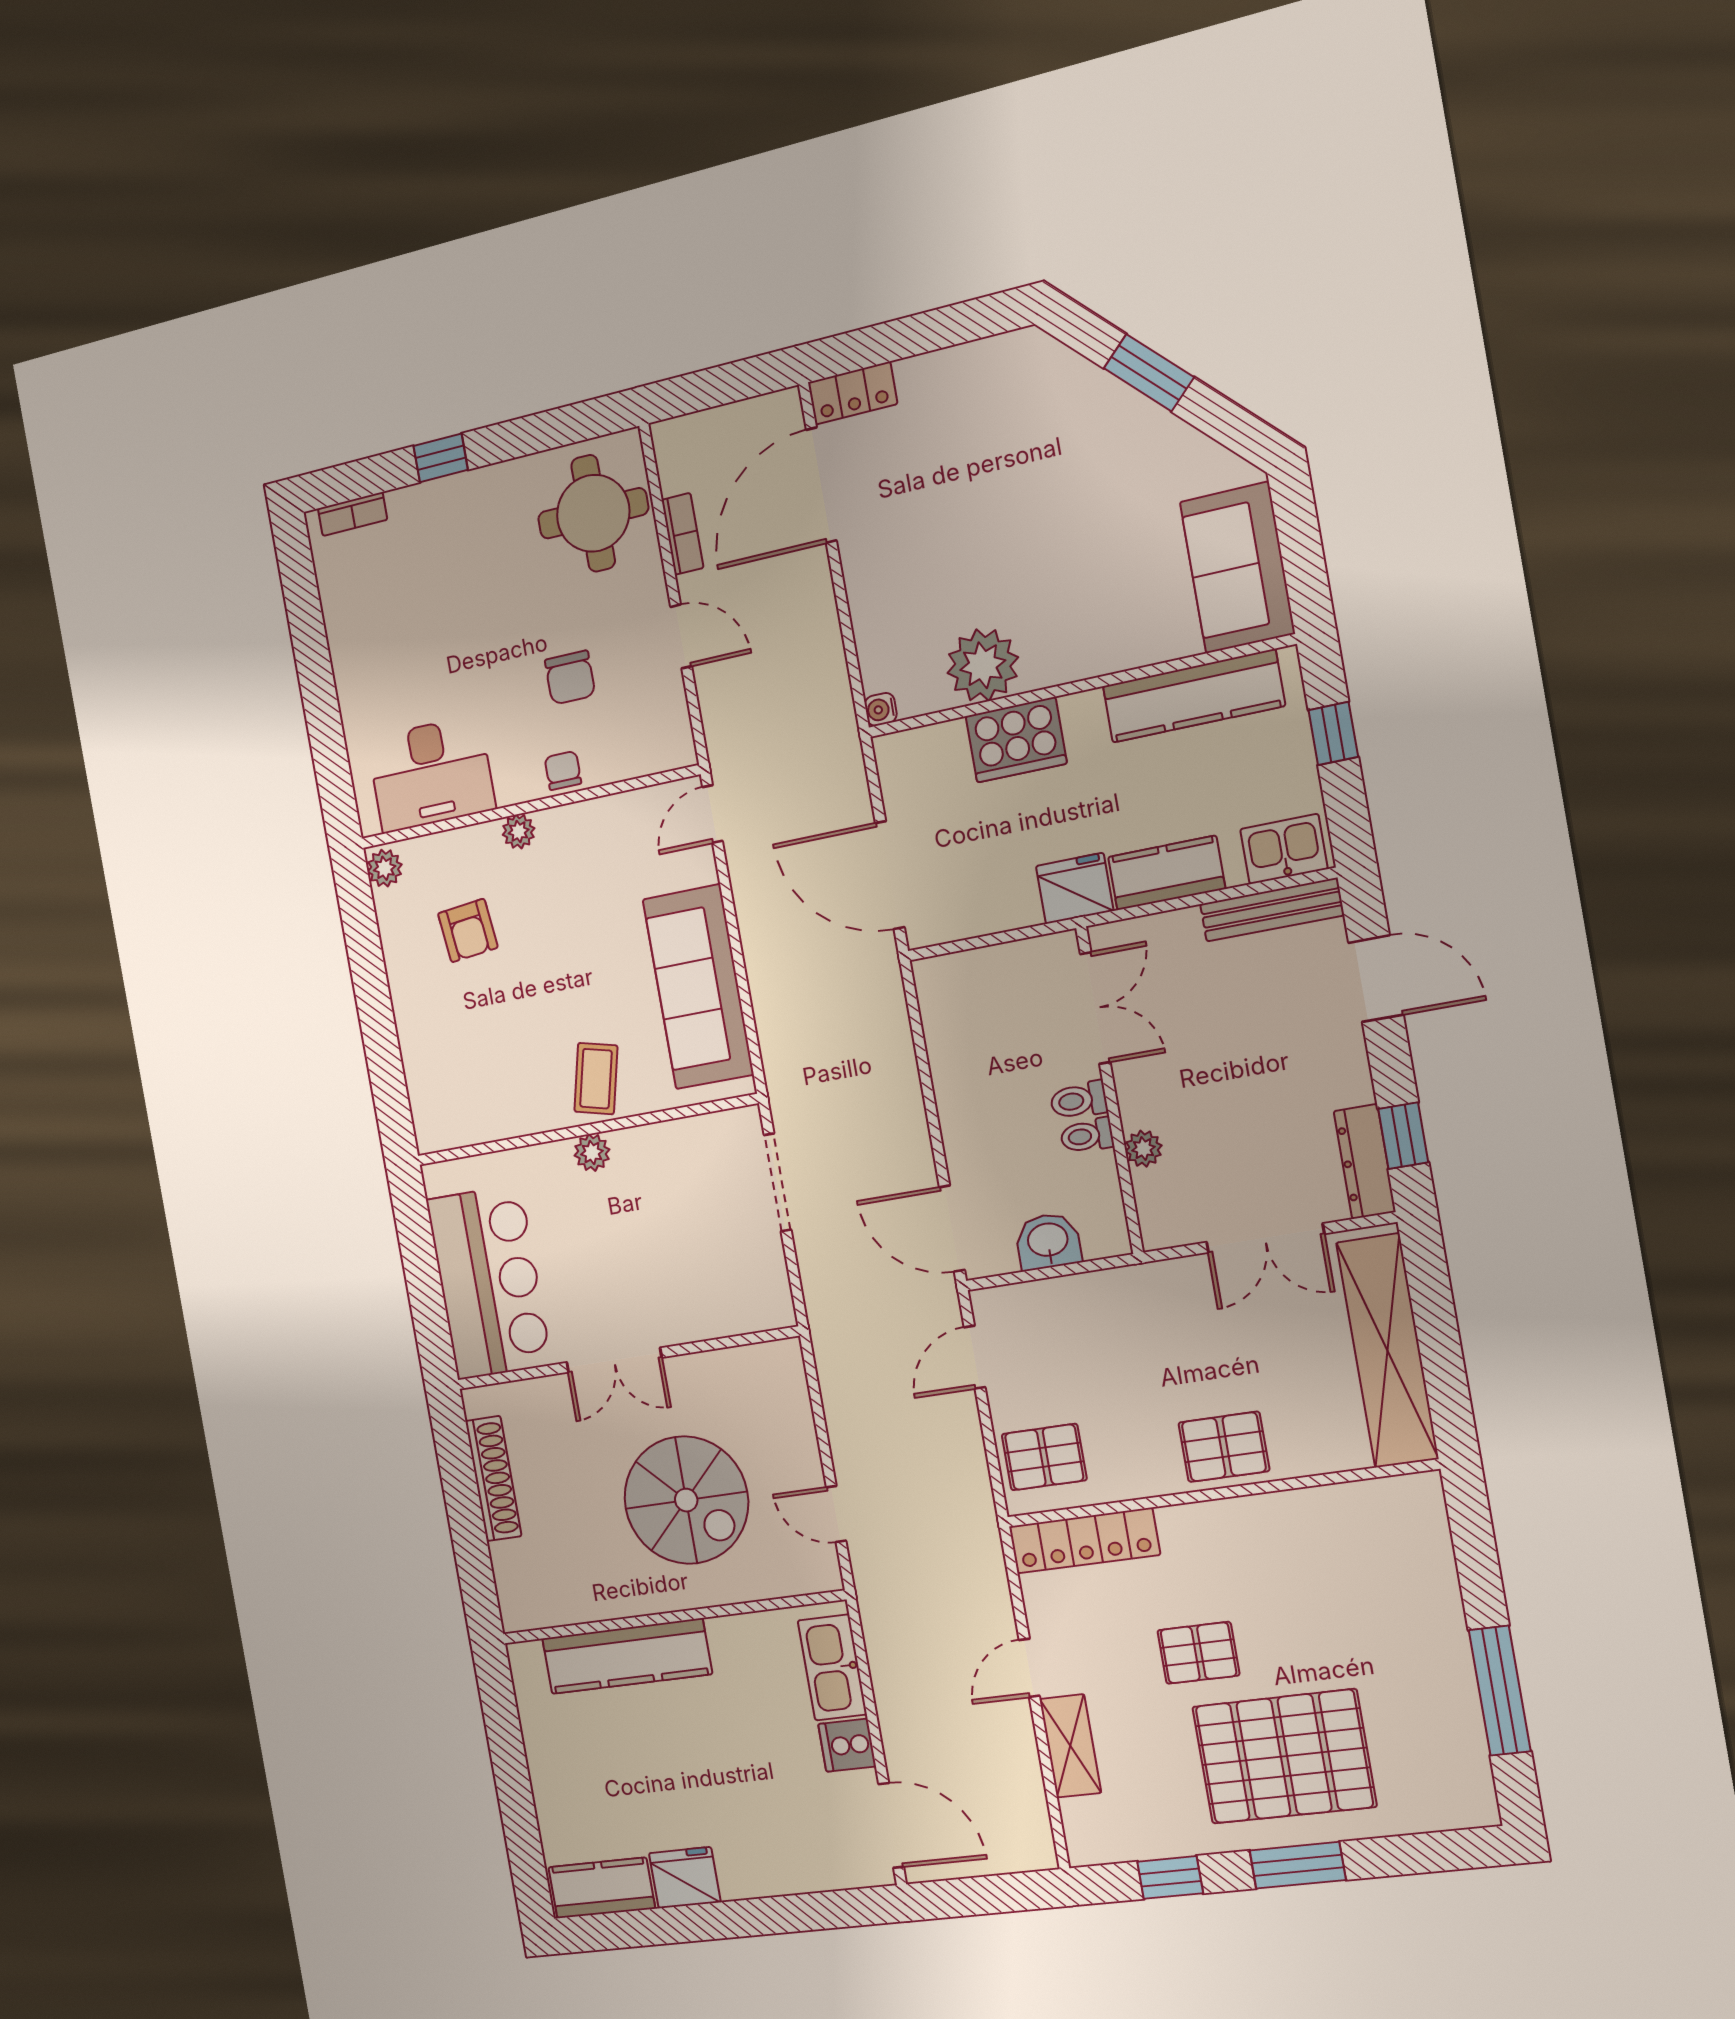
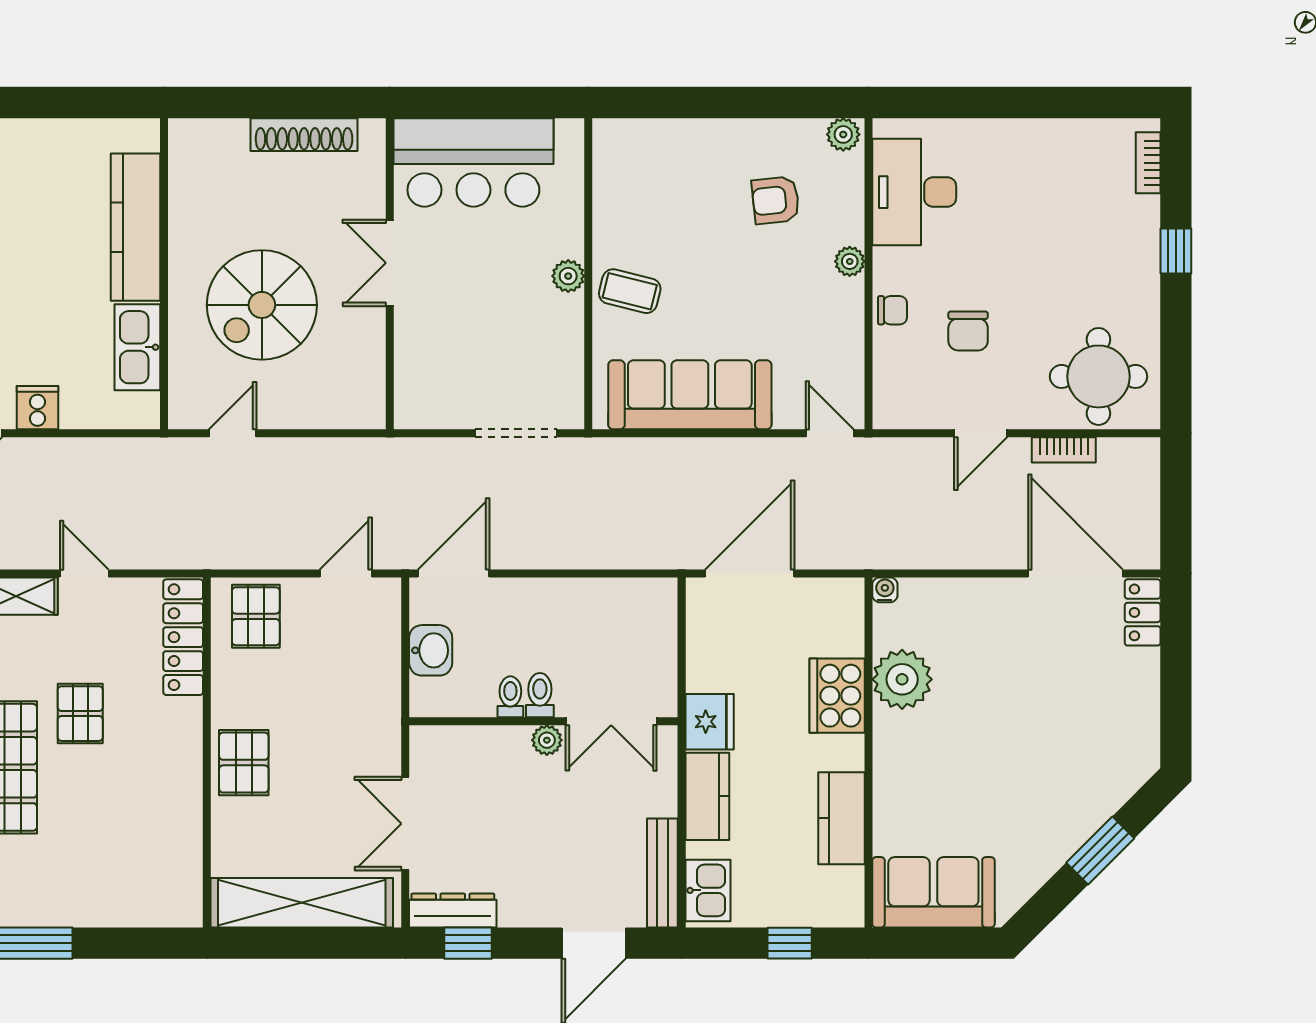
chair: (570, 678) -> (968, 331), turned -90
kitchen counter: (1194, 696) -> (841, 818), width x0.67
plant: (1143, 1149) -> (547, 740), moved
door: (975, 1357) -> (346, 573), hinge flipped
kitchen sink: (832, 1667) -> (137, 347), moved, turned -90

